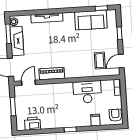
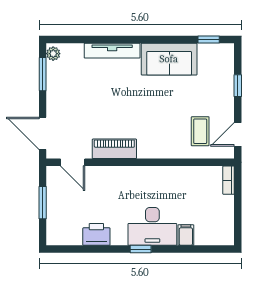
sofa: (91, 20) -> (169, 59), moved
fireplace: (17, 41) -> (57, 88), removed
door: (28, 83) -> (73, 162), swing flipped
desk: (87, 92) -> (152, 226), moved, turned 180
armchair: (115, 115) -> (221, 229), removed
printer: (33, 124) -> (96, 234), moved

